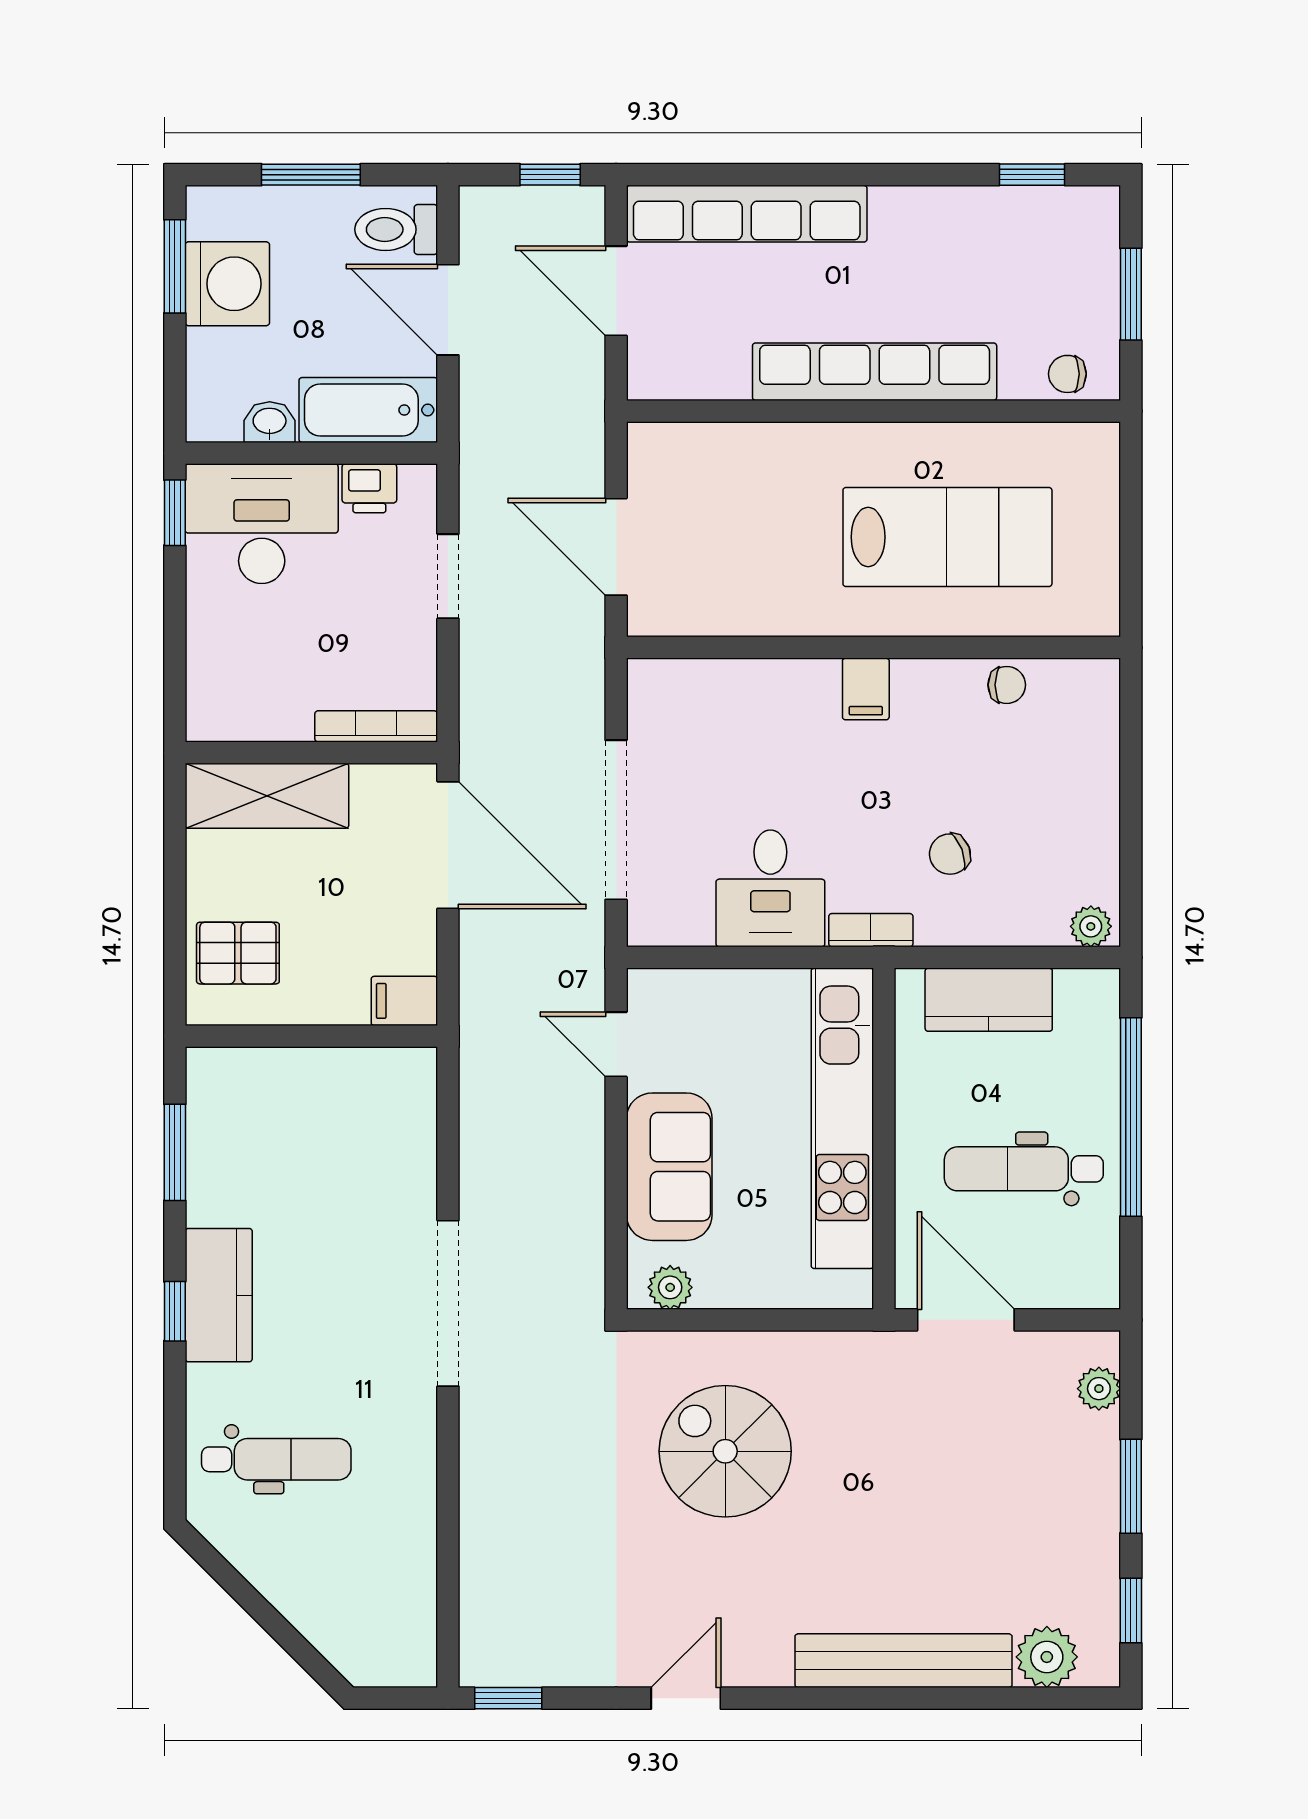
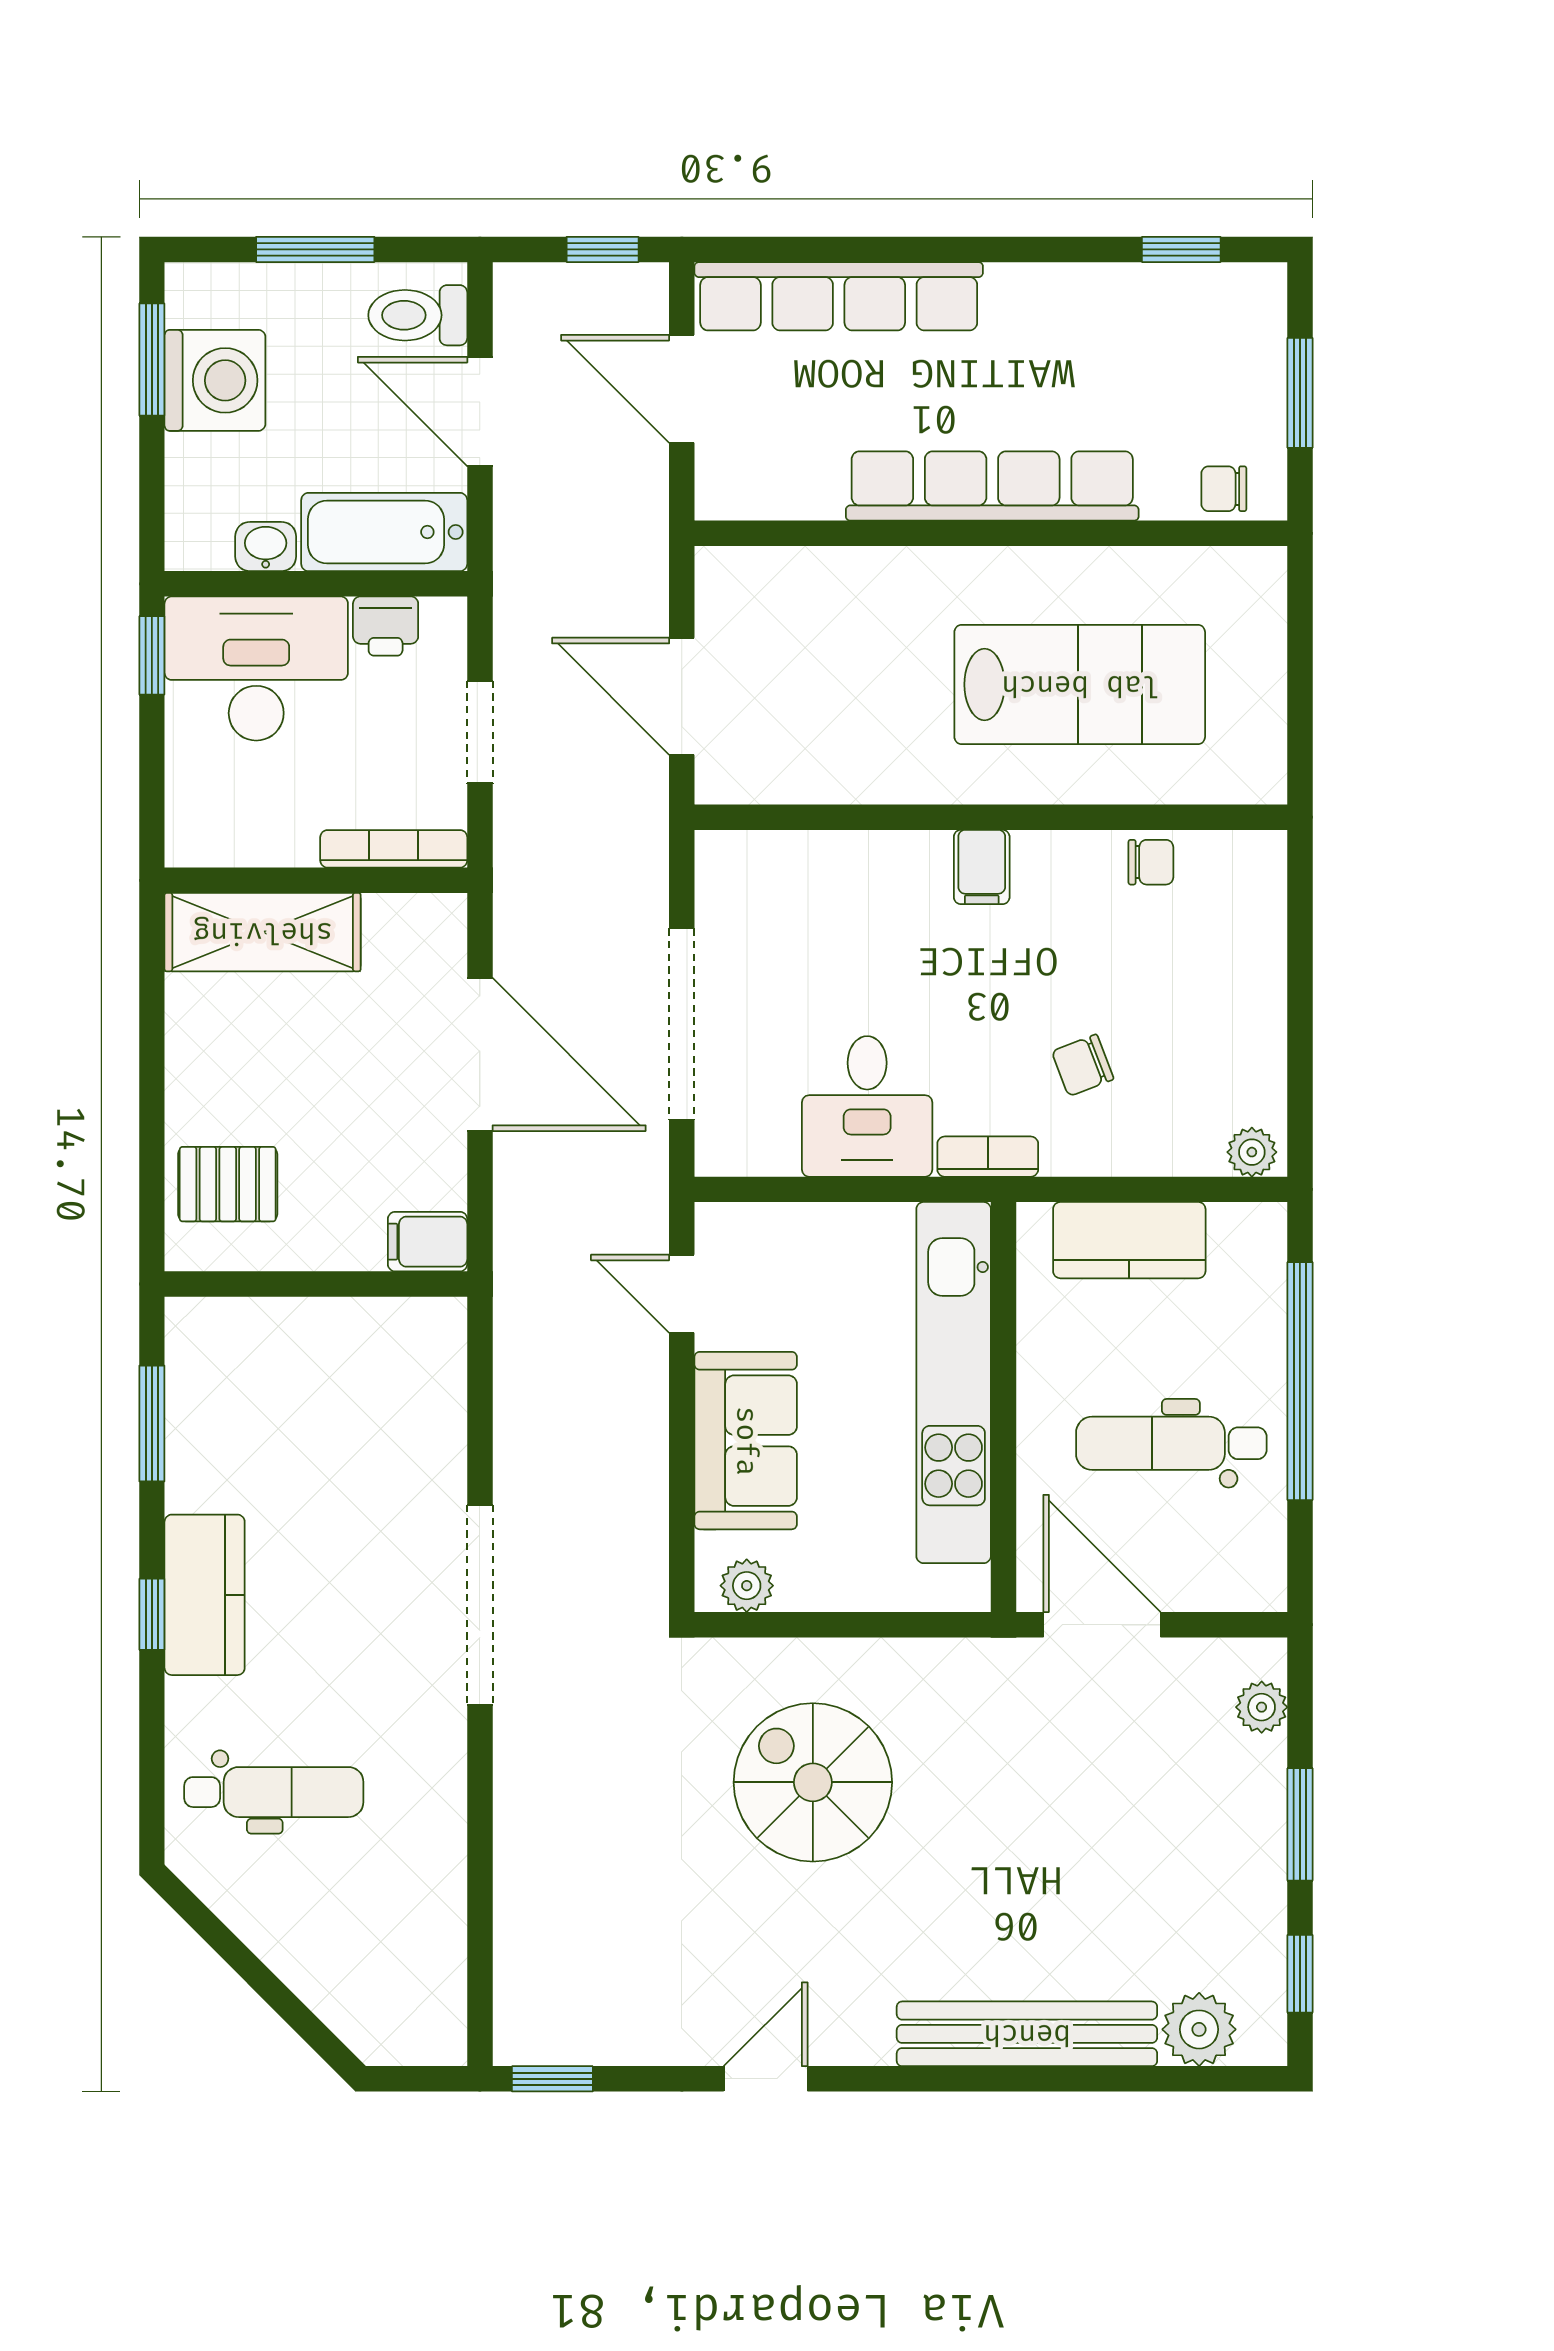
bookcase: (376, 726) -> (394, 849), moved
wall: (311, 753) -> (316, 880), moved
shelving: (267, 796) -> (263, 932), moved

